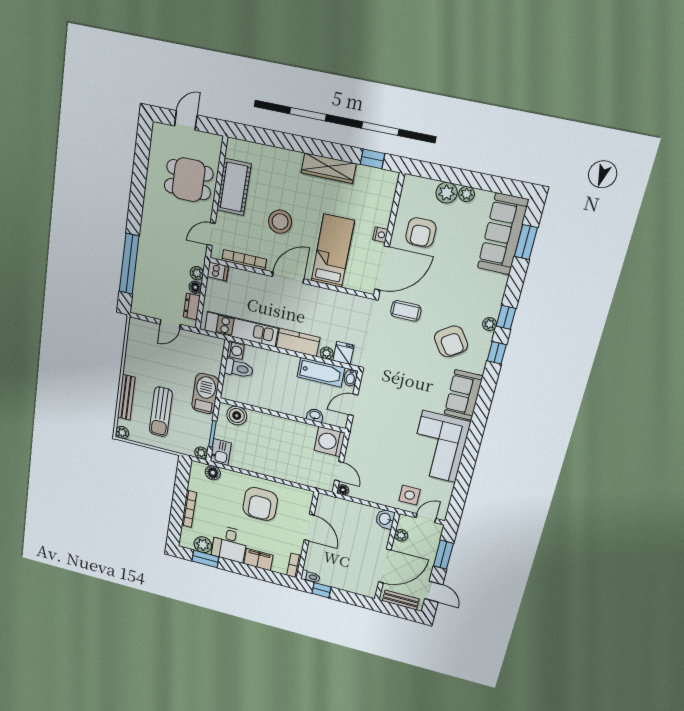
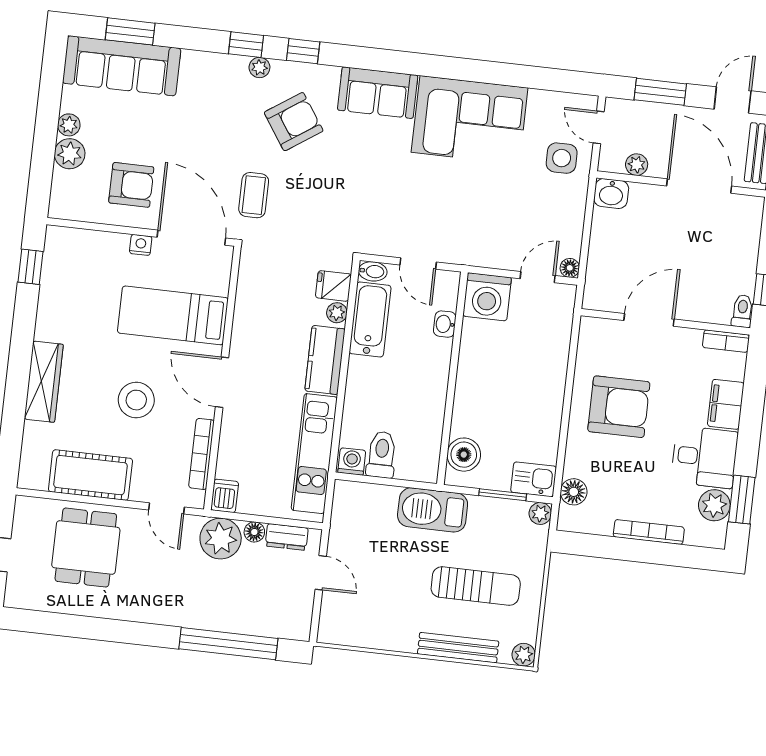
wardrobe: (329, 168) -> (44, 382), moved
plant: (197, 273) -> (221, 539), width x1.88, depth x1.88

